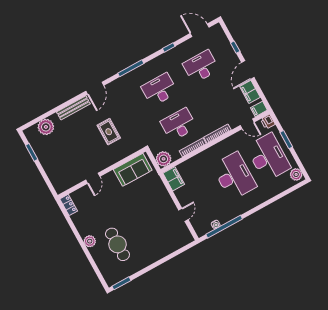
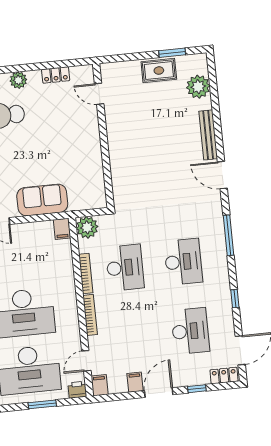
locker: (220, 34) -> (224, 376), added
door: (248, 70) -> (159, 393), hinge flipped
filing cabinet: (250, 92) -> (135, 382), width x0.50
rug: (109, 132) -> (159, 71), moved
sofa: (133, 170) -> (42, 200), moved, turned 90
door: (93, 178) -> (99, 94), moved
filing cabinet: (174, 179) -> (62, 229), width x0.50
locker: (69, 205) -> (56, 75), moved

